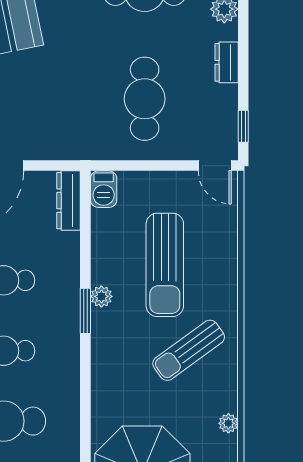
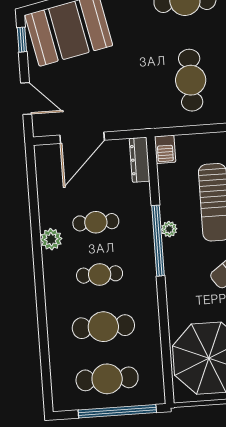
window: (85, 311) -> (158, 241), width x2.11

